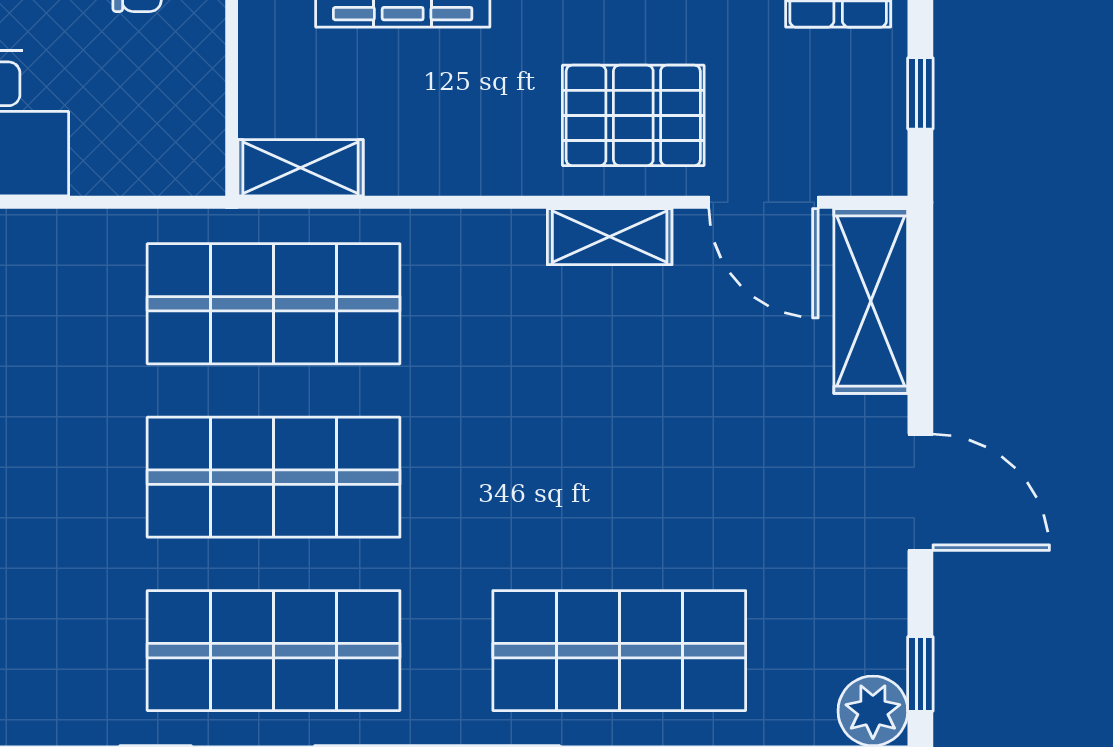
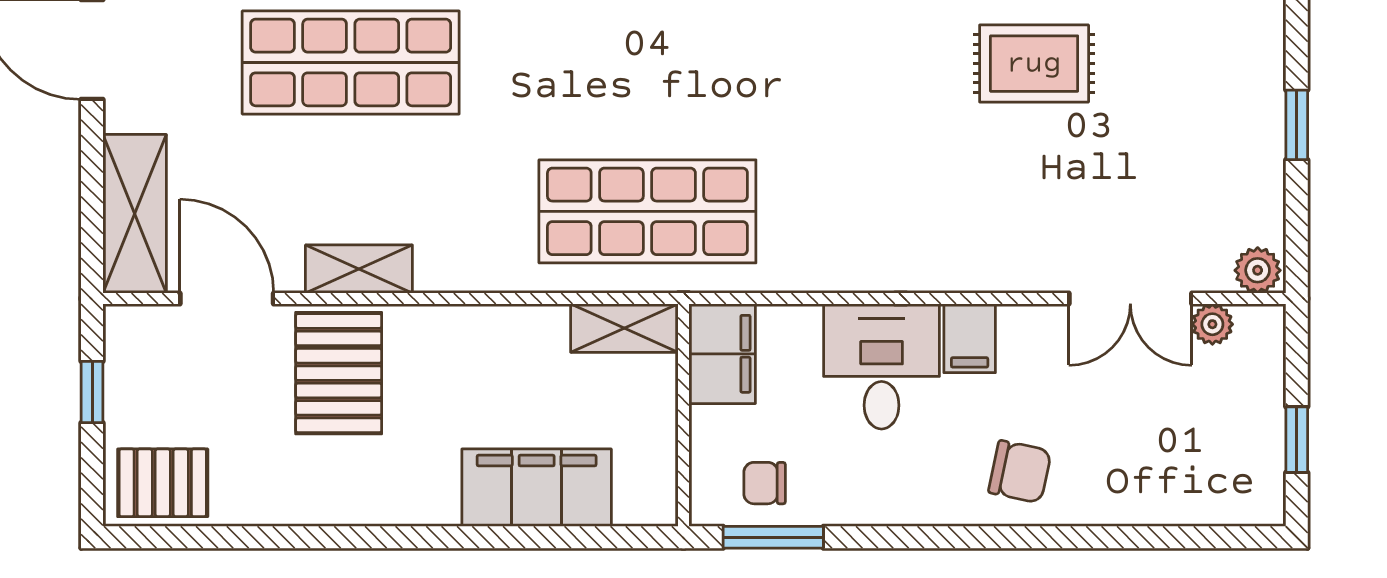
pallet: (633, 115) -> (339, 373), turned 90
filing cabinet: (187, 138) -> (722, 354), added
shop shelf: (274, 477) -> (351, 62), moved

